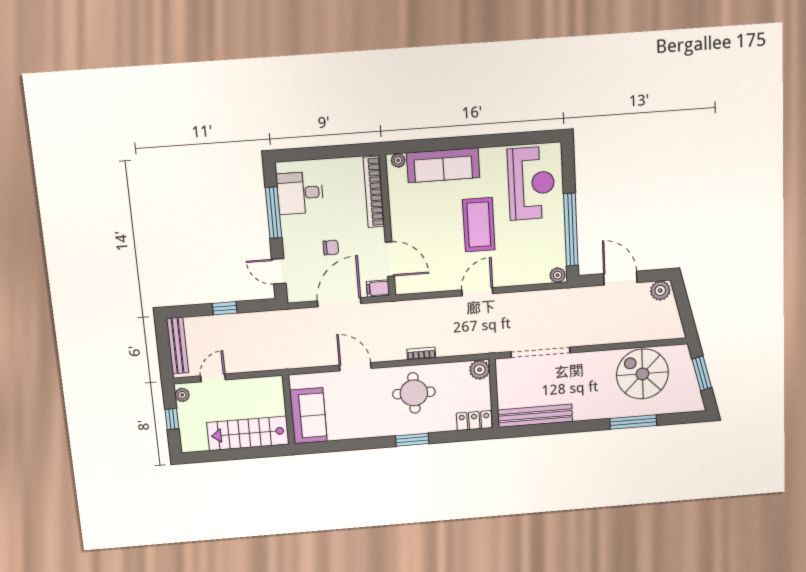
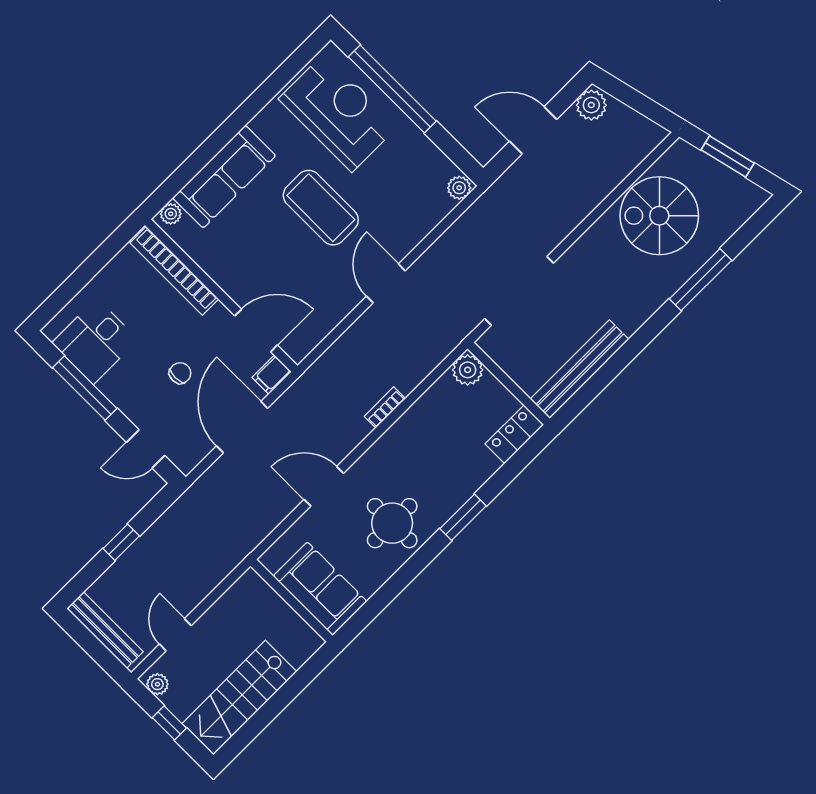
window: (571, 230) -> (392, 89), moved
round table: (414, 393) -> (392, 523), moved
stairs: (248, 433) -> (239, 698), moved

